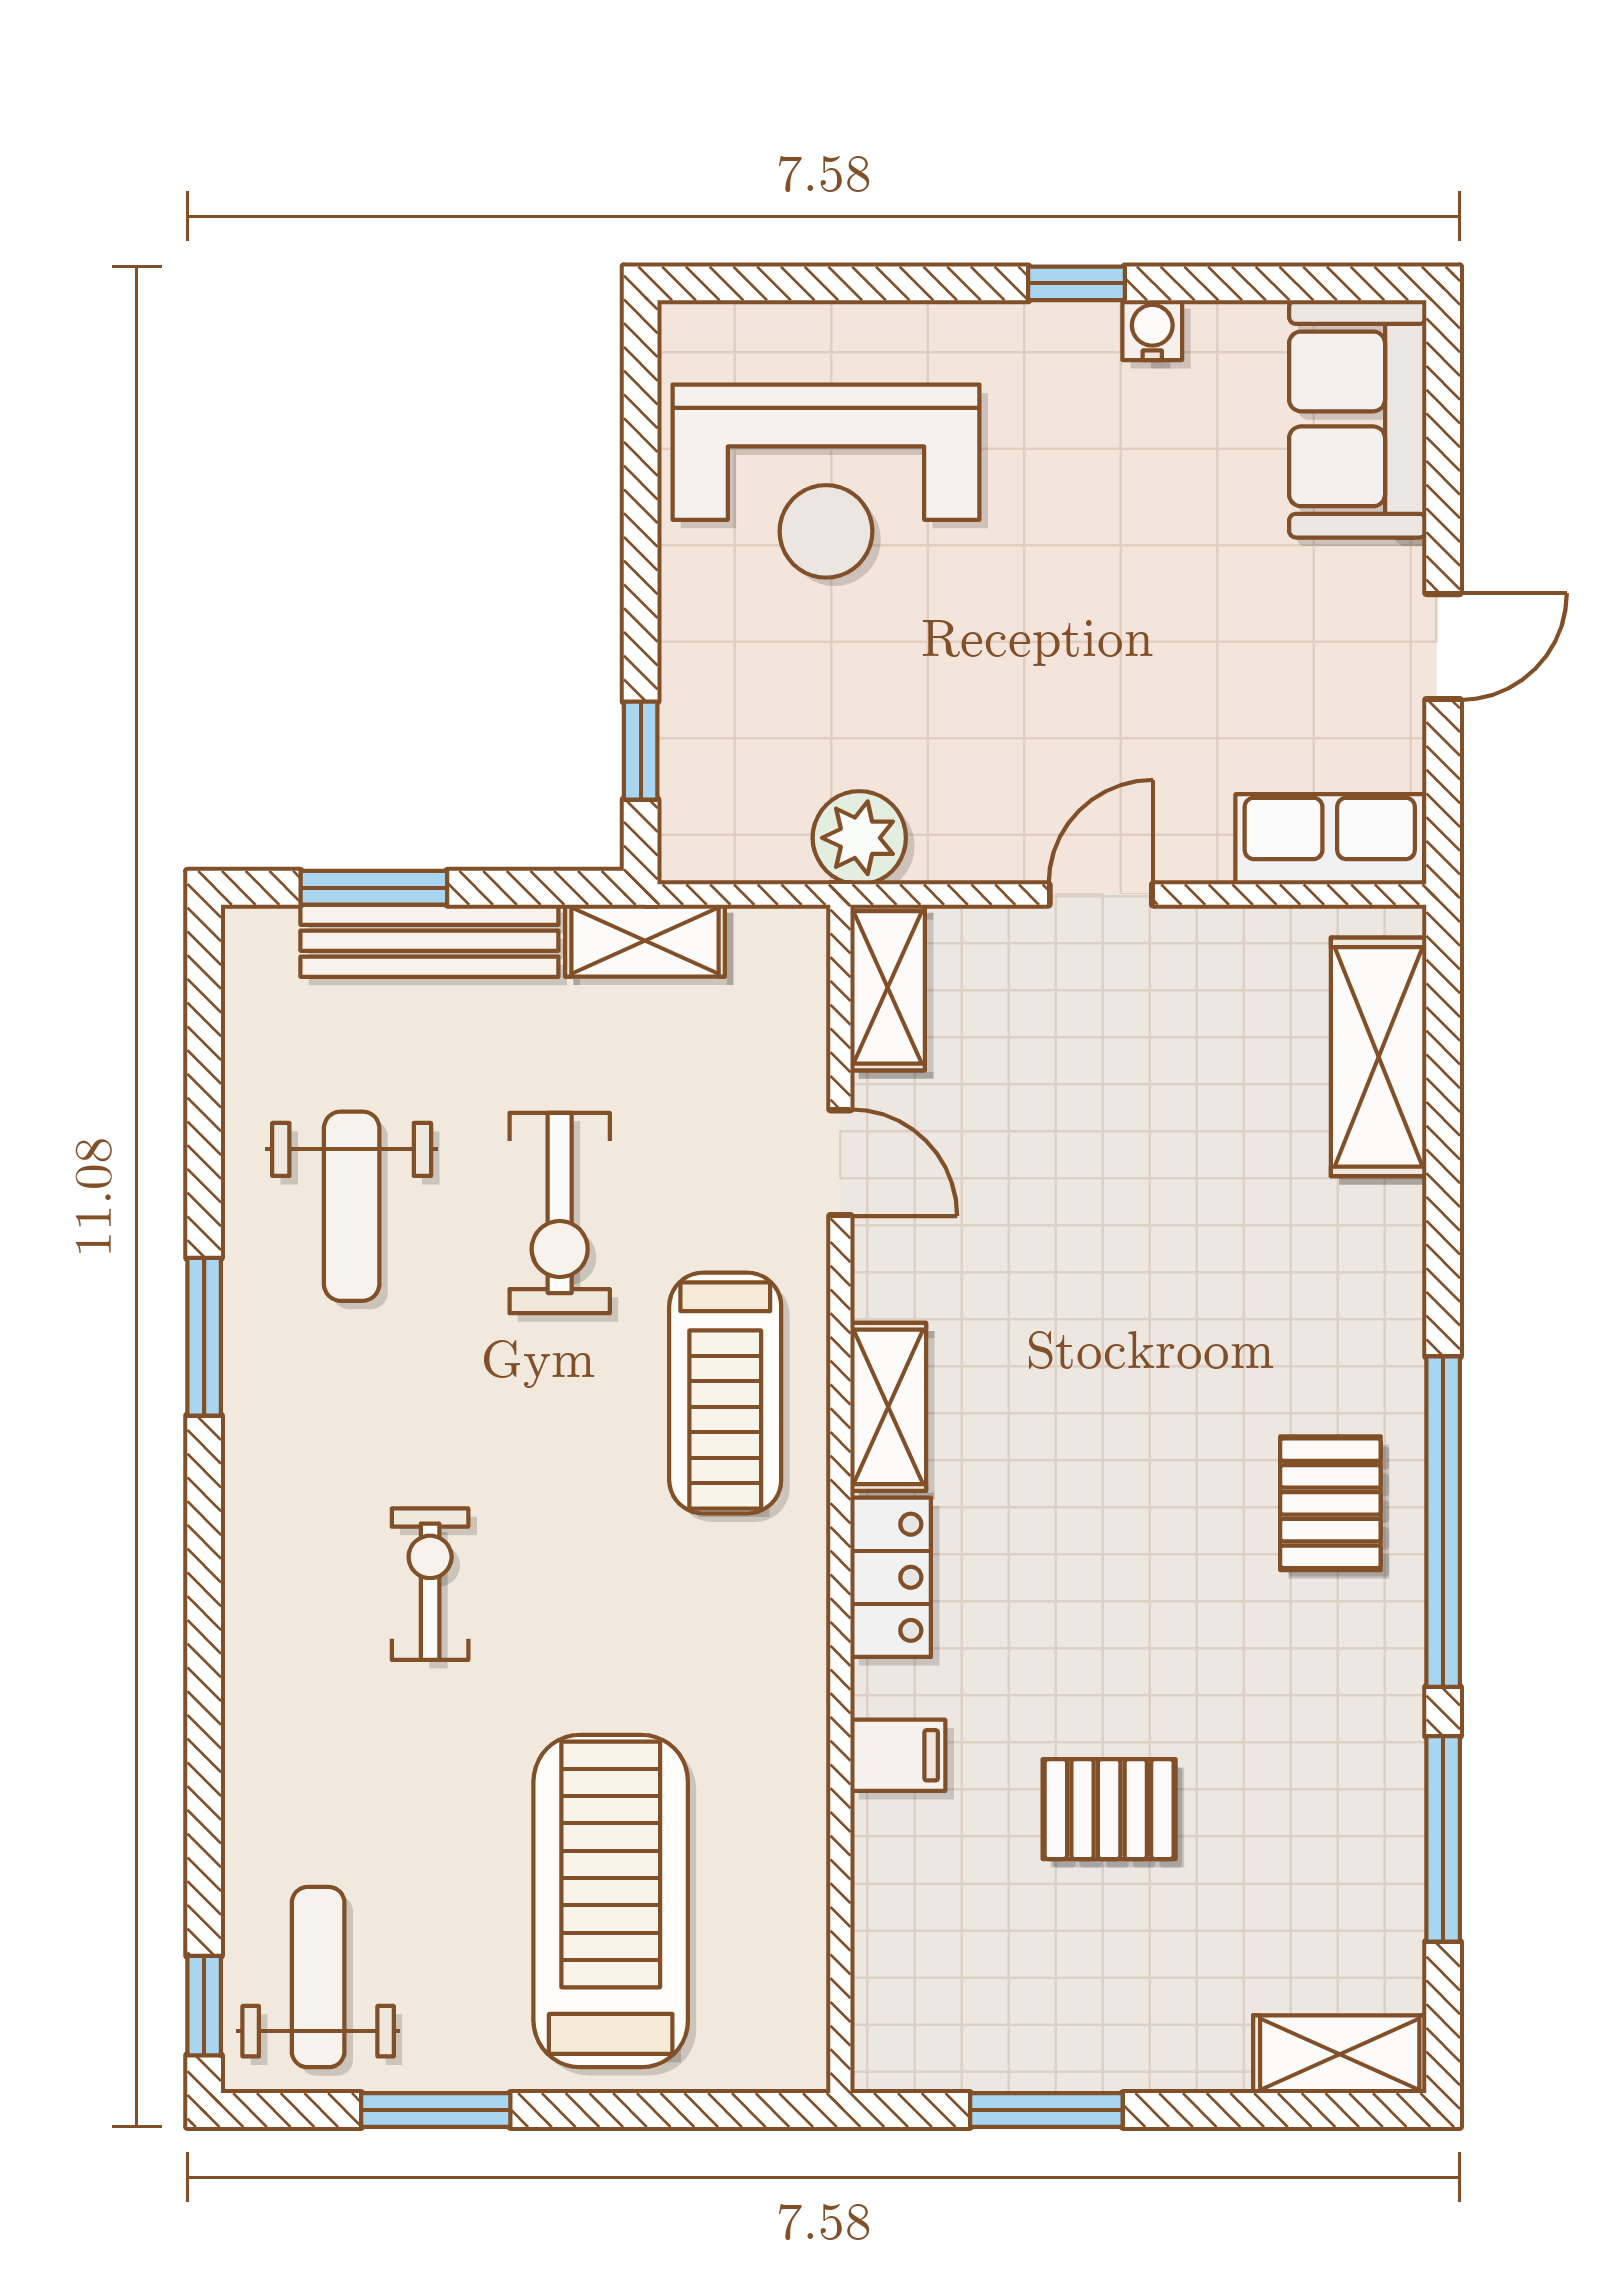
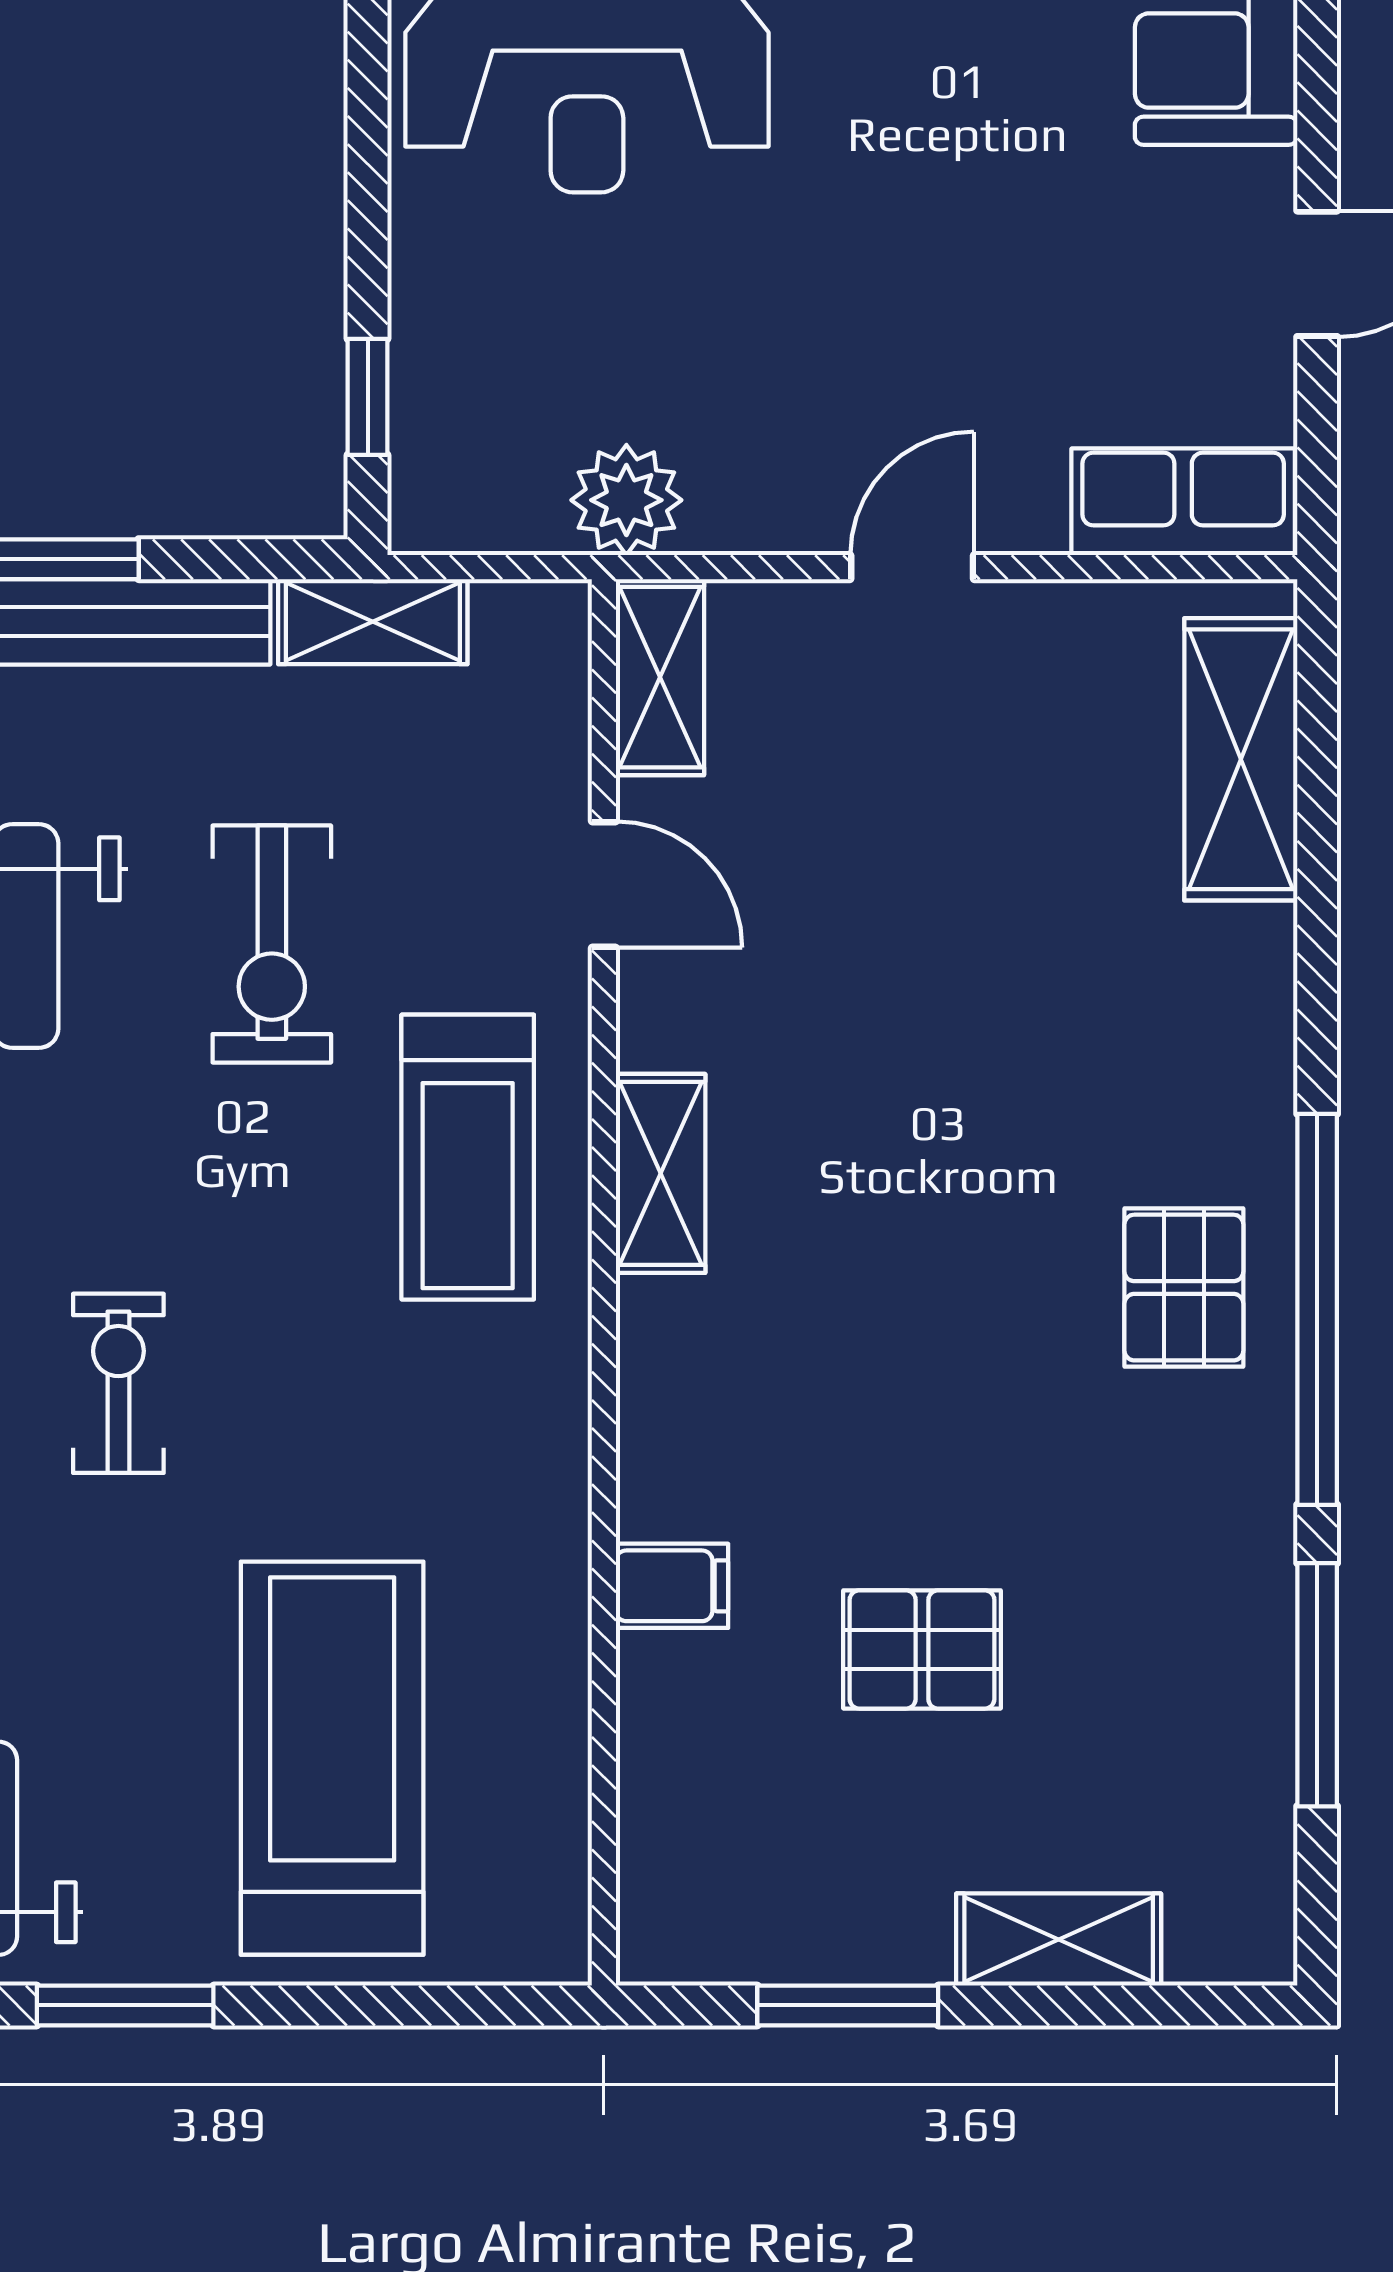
locker: (891, 1577) -> (663, 1375), removed
shelving: (1340, 2054) -> (1059, 1940), moved

